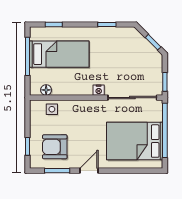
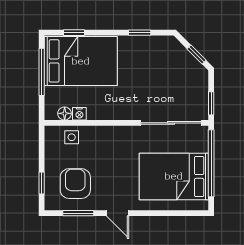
bed: (59, 54) -> (81, 61), width x1.50
nightstand: (99, 90) -> (79, 114), moved
armchair: (55, 147) -> (75, 184), turned 90
door: (89, 171) -> (118, 213), swing flipped

